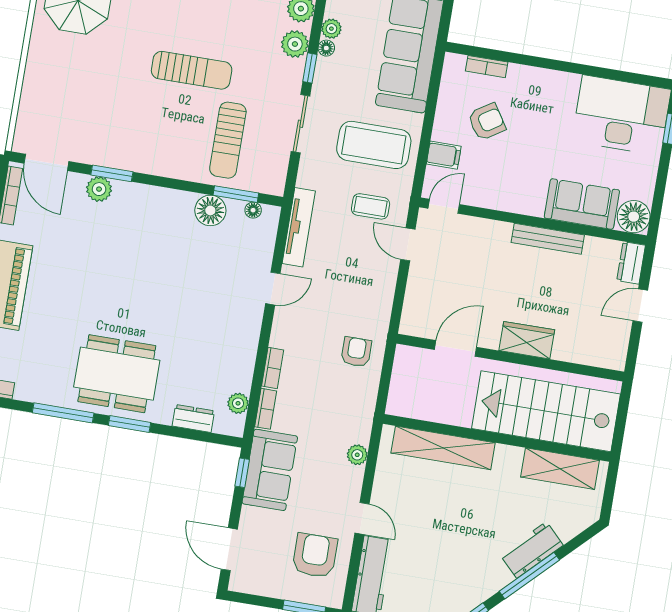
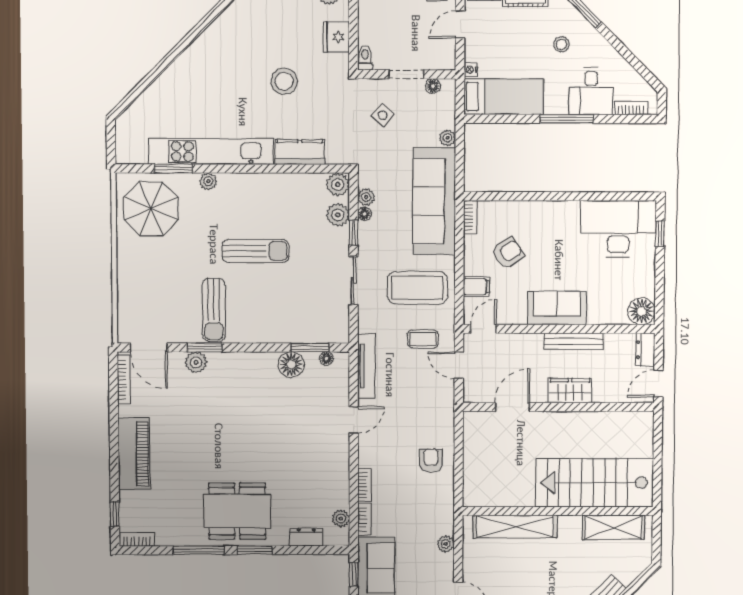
bookcase: (487, 67) -> (470, 217), moved, turned -90
sun lounger: (228, 140) -> (214, 310), moved
sofa: (582, 204) -> (557, 308), moved
wardrobe: (527, 340) -> (570, 391), moved
door: (455, 348) -> (512, 407), moved
wall: (510, 358) -> (559, 407), moved

